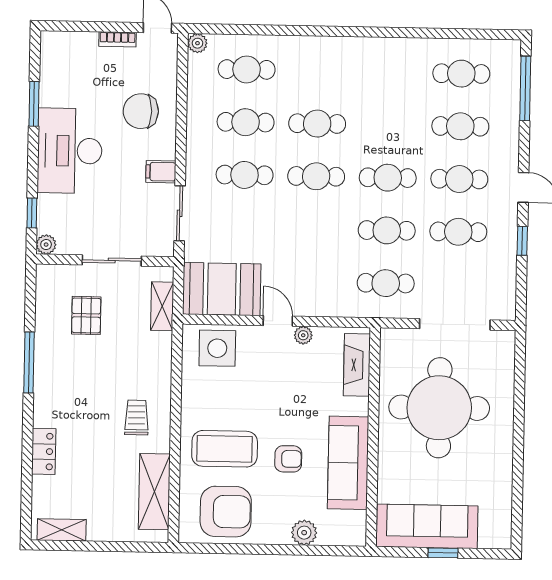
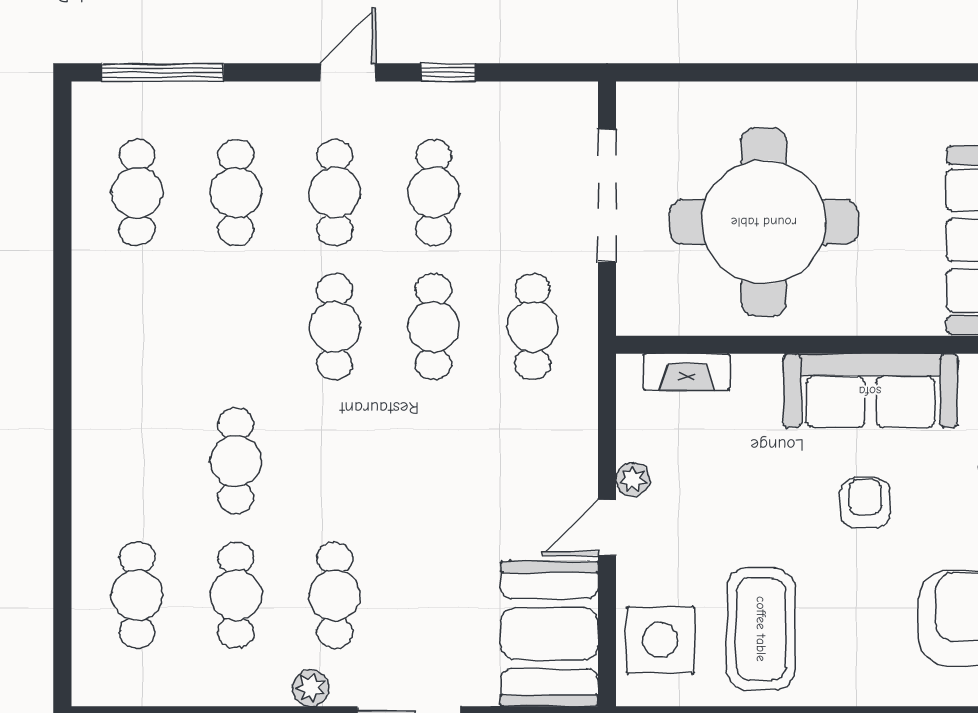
plant: (197, 43) -> (311, 688), moved
cafe table: (316, 176) -> (335, 461), removed
fireplace: (357, 365) -> (687, 372), width x0.73, depth x0.76
coffee table: (225, 449) -> (761, 629), moved

